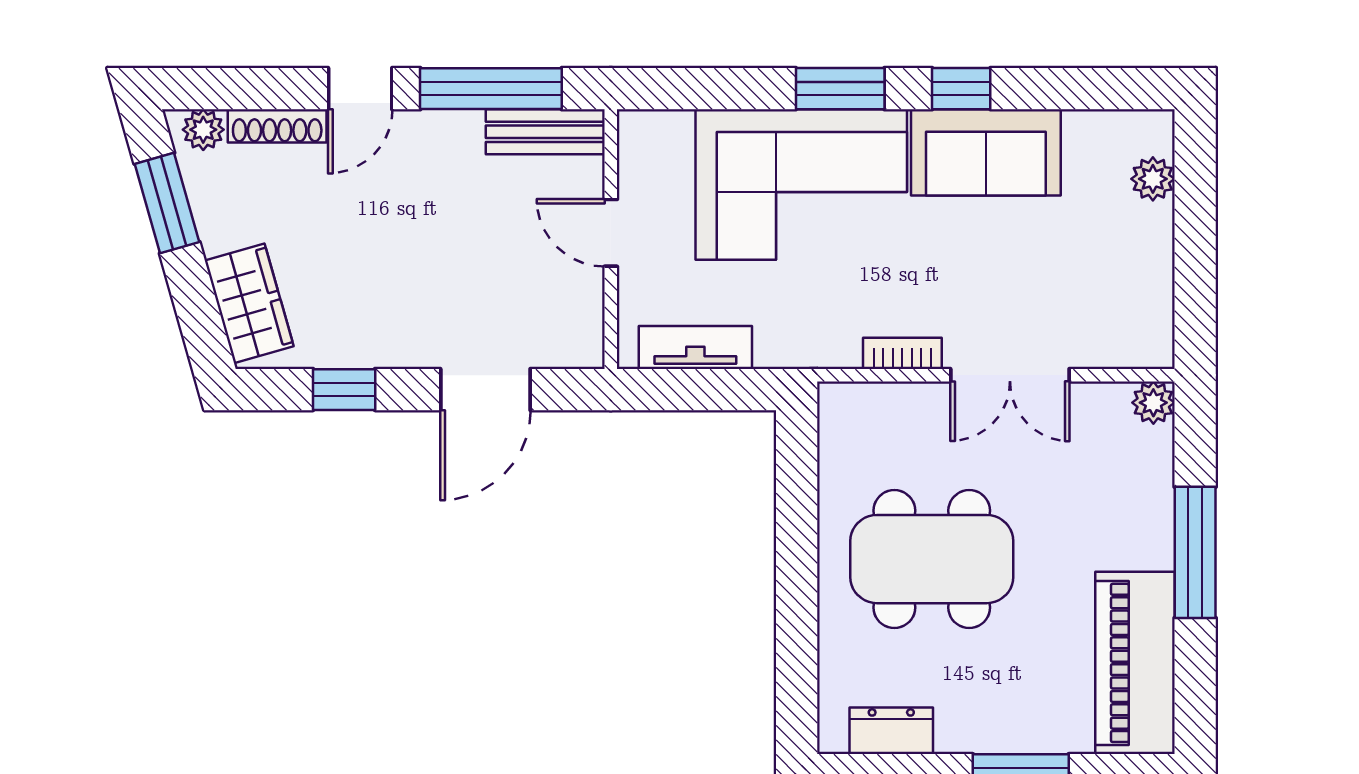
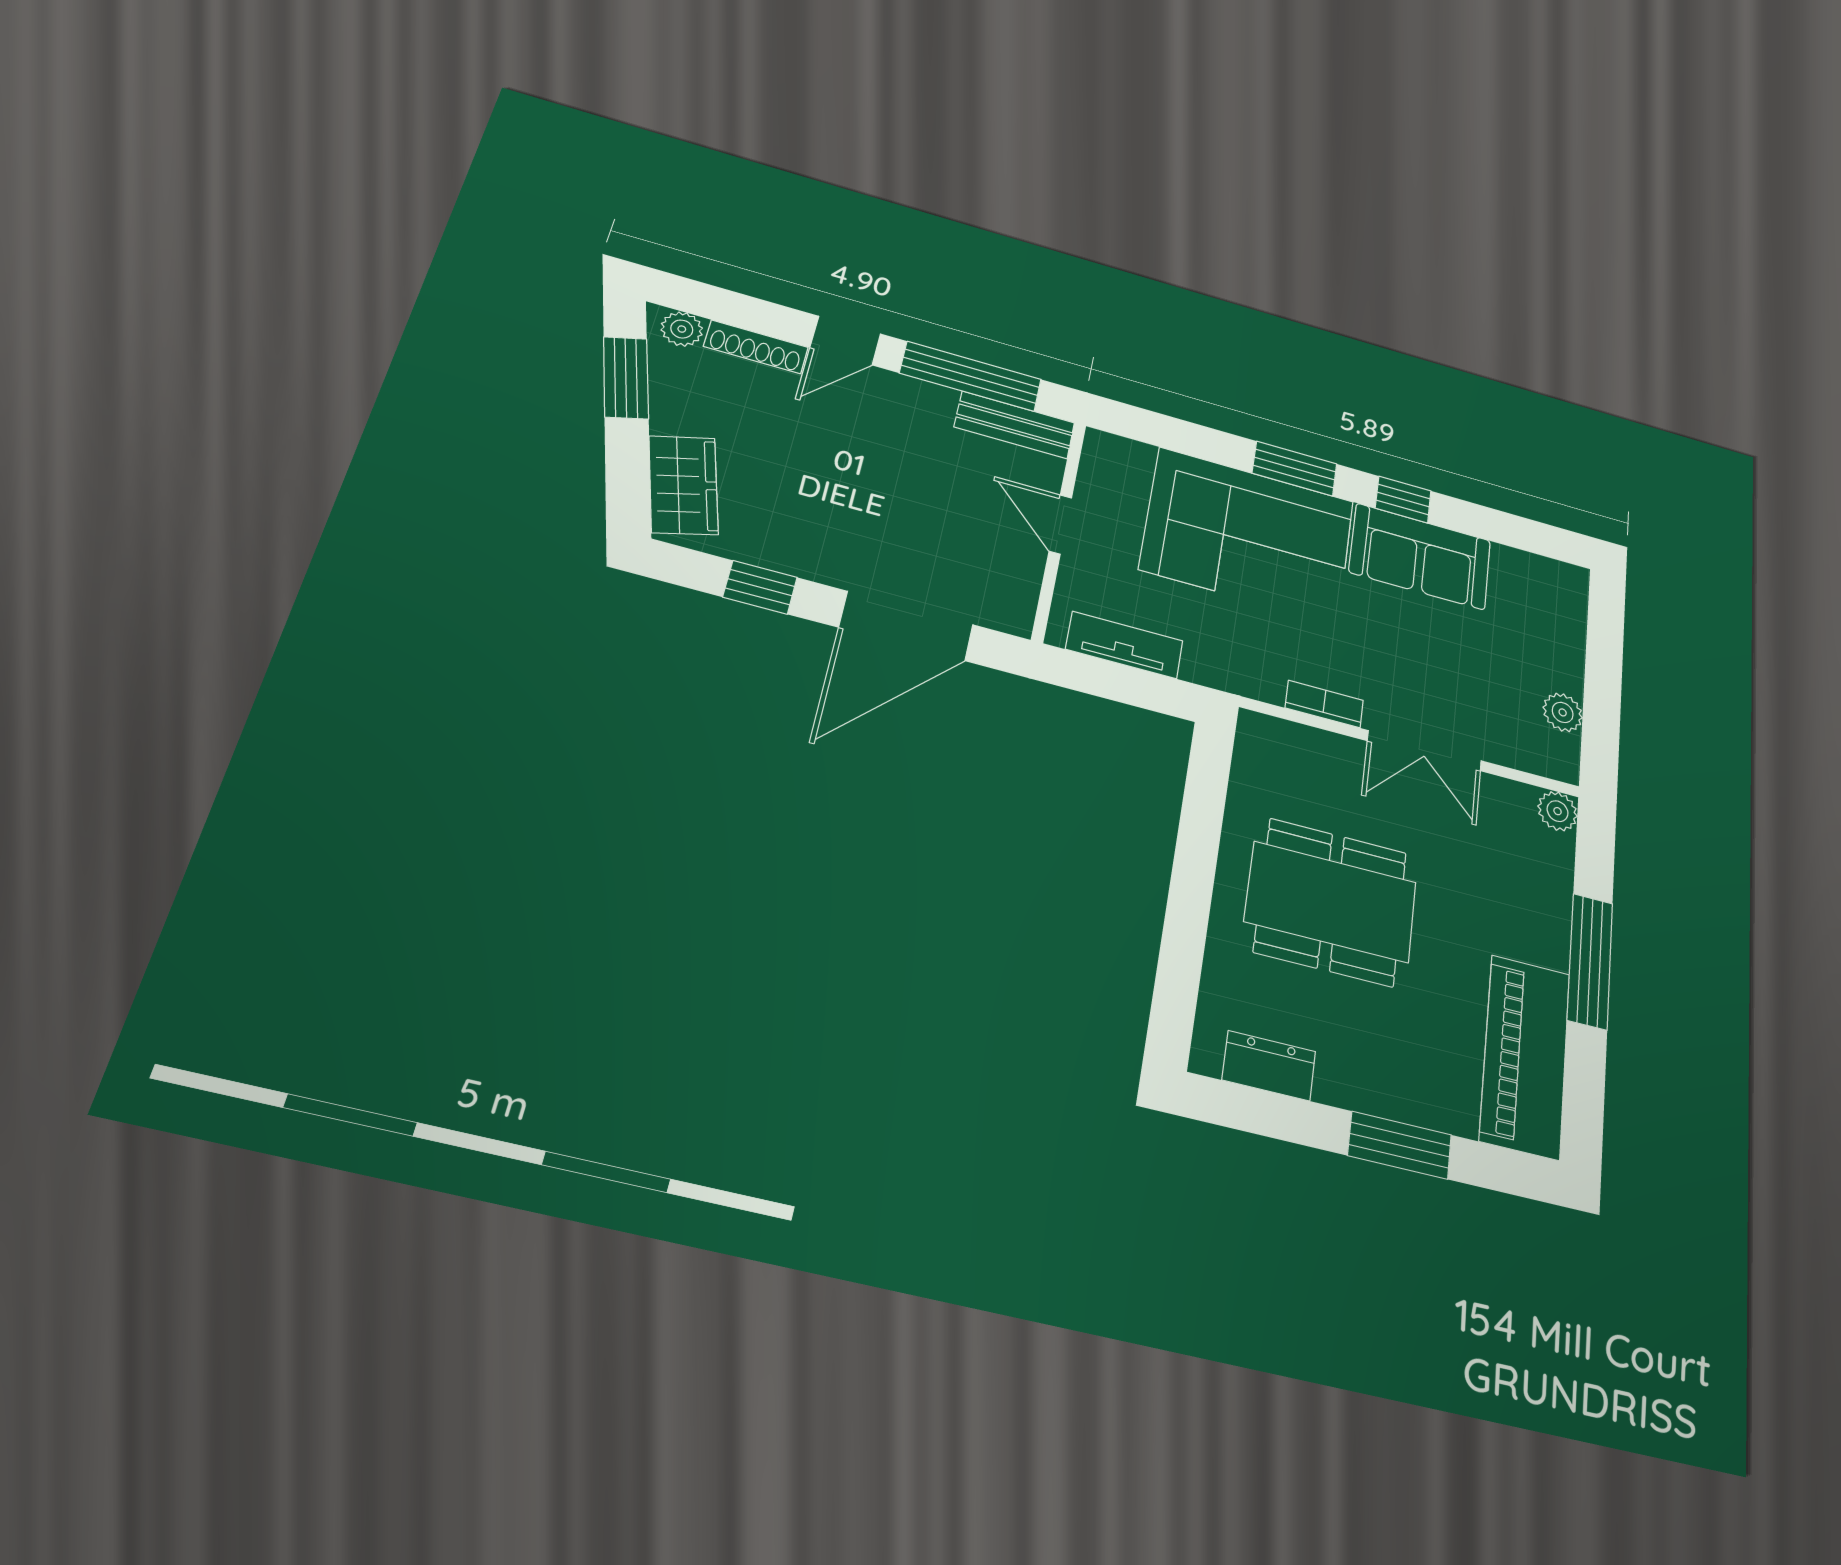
plant: (1153, 179) -> (1563, 712), moved
door: (485, 390) -> (906, 626), width x1.36

